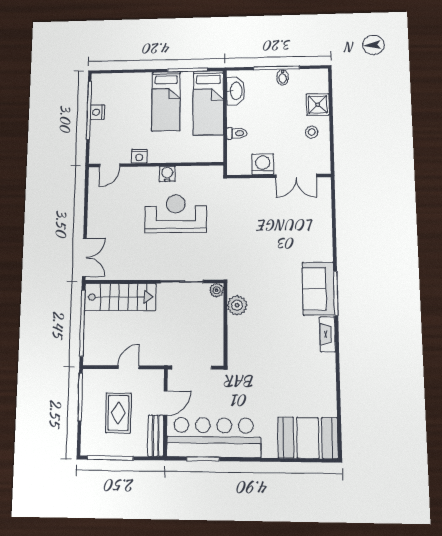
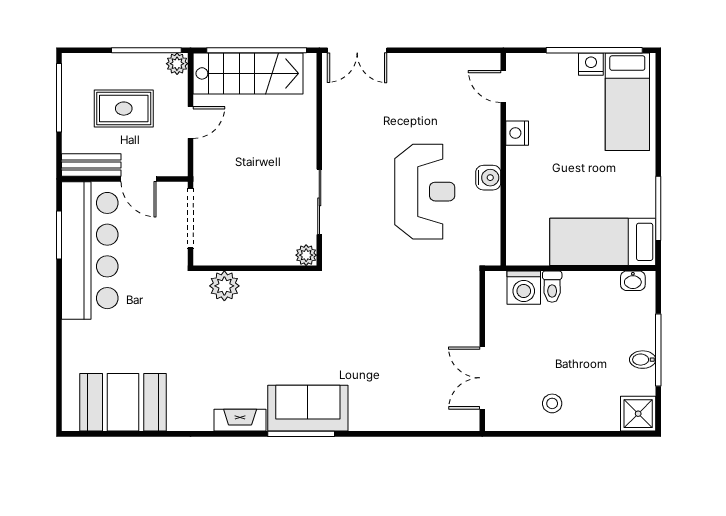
washbasin: (236, 91) -> (633, 281), width x0.52, depth x0.69
bed: (166, 101) -> (627, 102), moved, turned -90
shower: (318, 105) -> (638, 414), moved
washing machine: (263, 164) -> (524, 288), moved, turned 90
stairs: (120, 297) -> (248, 73), moved, turned -90
plant: (237, 305) -> (224, 286), moved
door: (129, 367) -> (191, 122), hinge flipped
plant: (90, 376) -> (177, 64), added
booth: (308, 438) -> (123, 402), moved, turned 90

